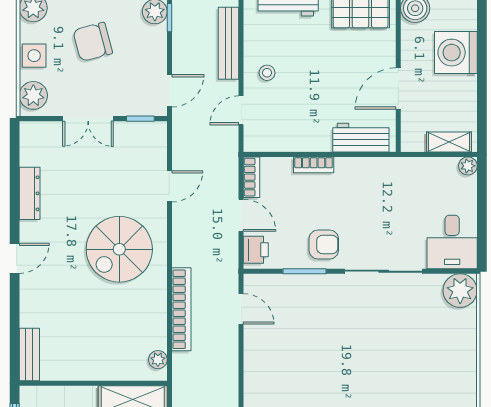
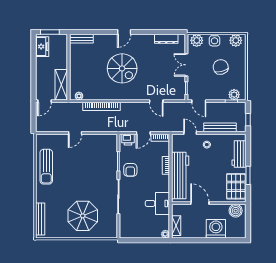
workbench: (361, 138) -> (180, 176), width x1.88, depth x1.32
dresser: (30, 193) -> (166, 39), moved
desk: (452, 242) -> (157, 203), moved, turned 180
spiral stairs: (119, 249) -> (122, 68), moved, turned 180
door: (15, 258) -> (124, 32), hinge flipped
plant: (460, 291) -> (110, 231), removed
door: (241, 309) -> (75, 133), moved
parasol: (427, 351) -> (83, 216), added

